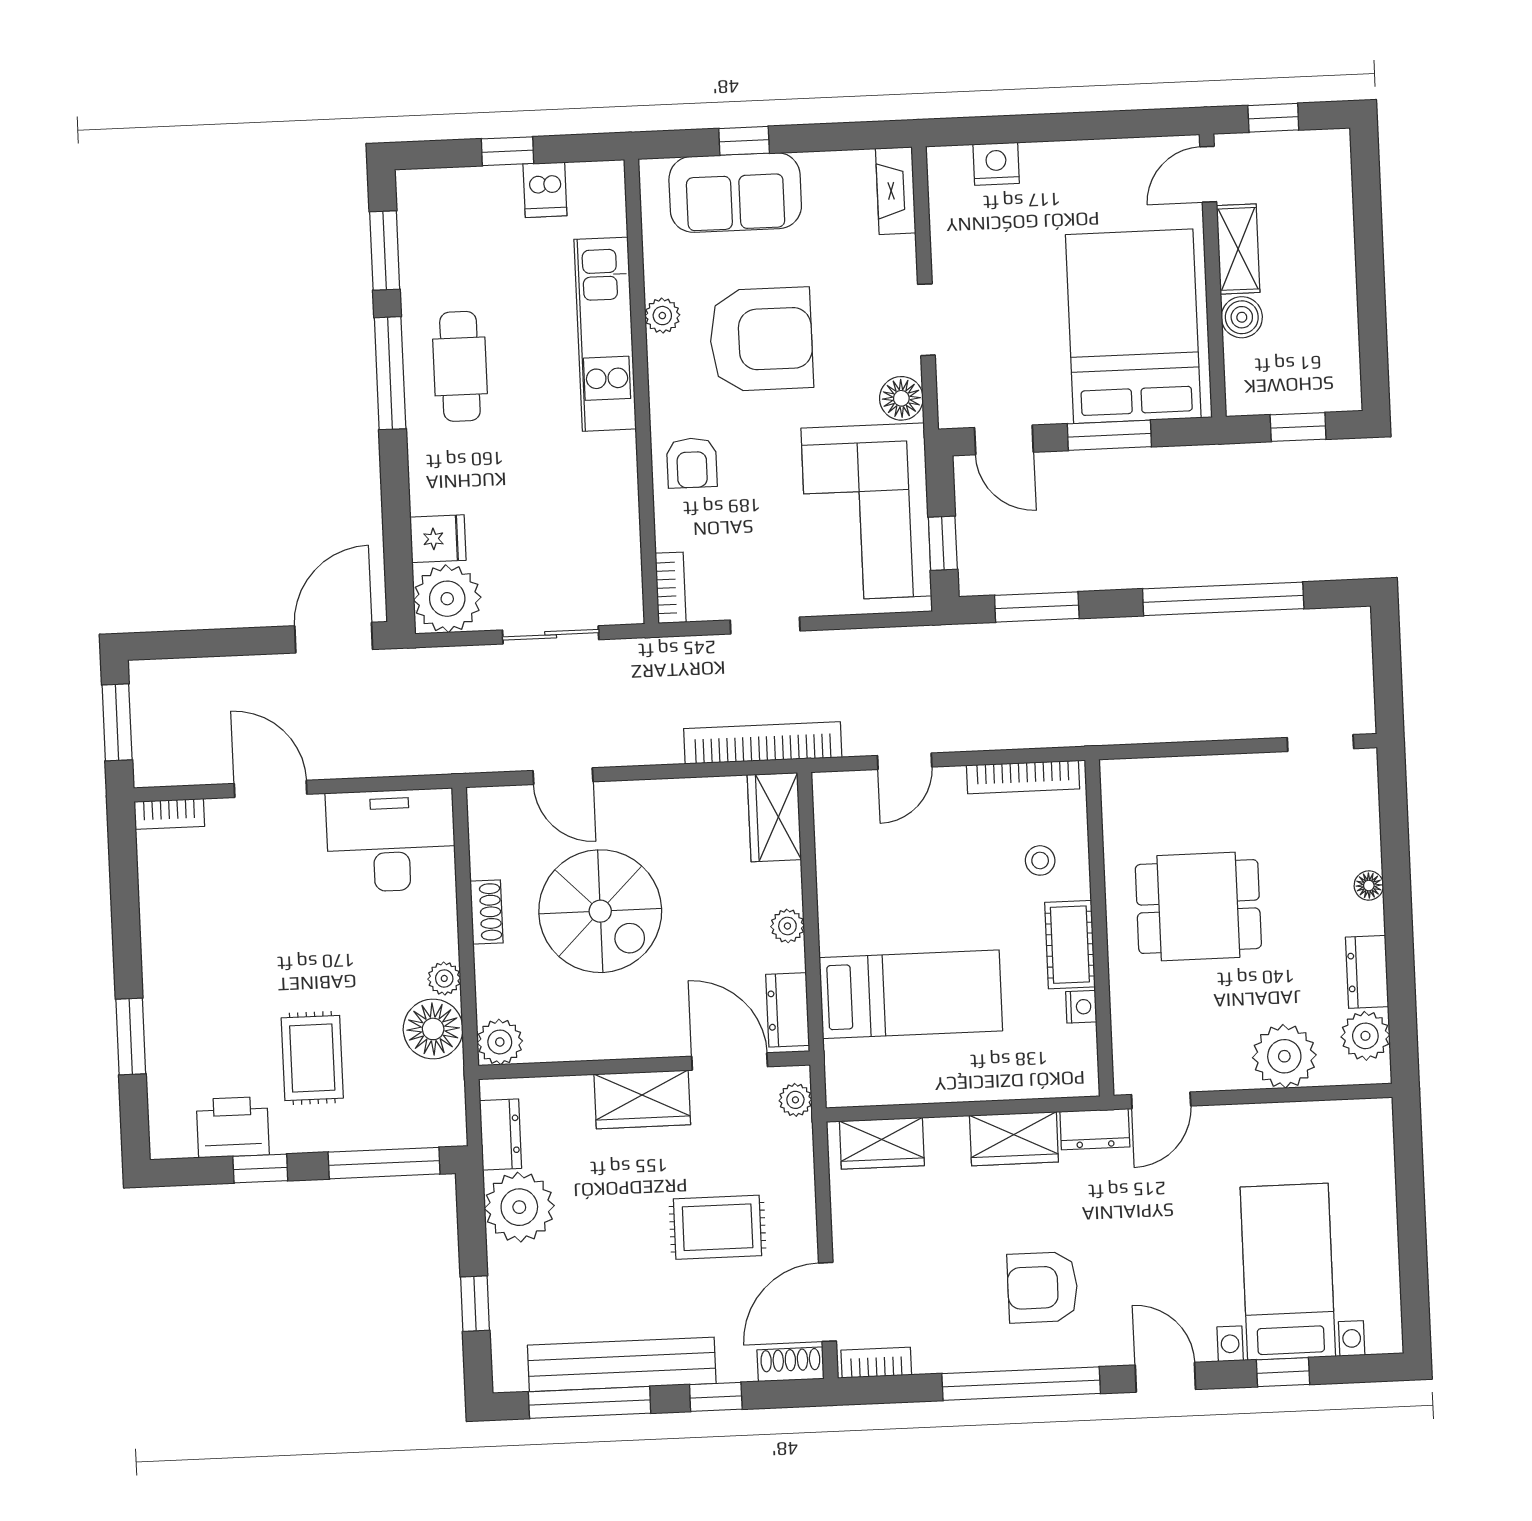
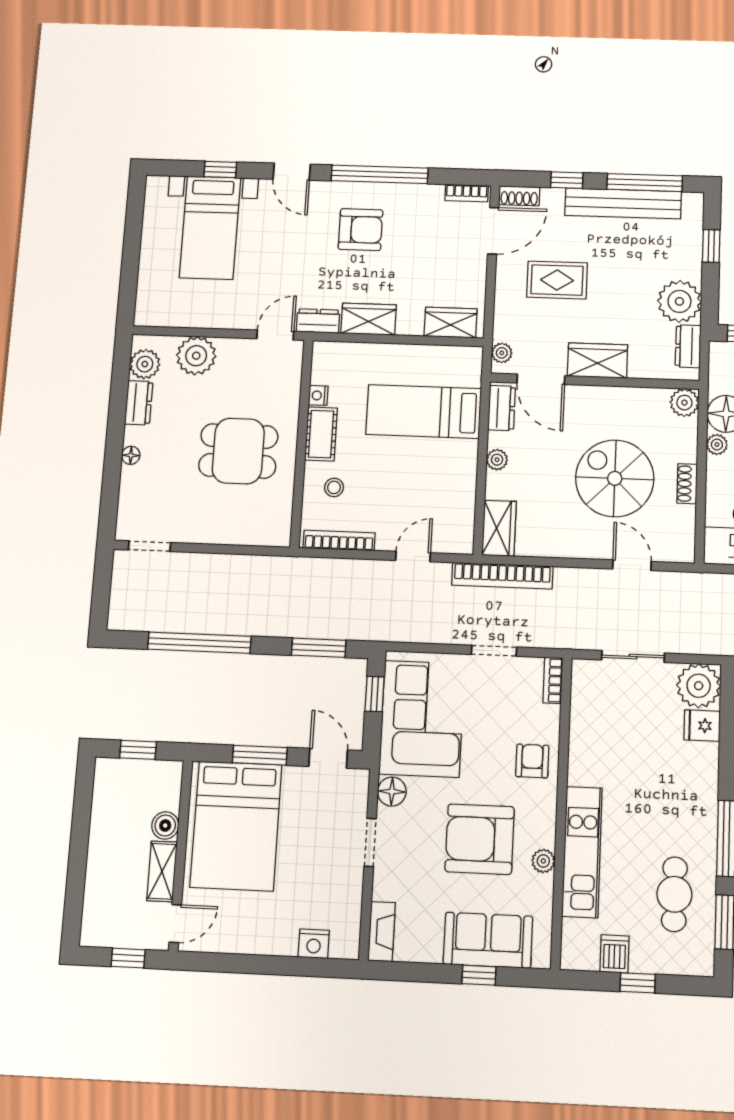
cafe table: (460, 366) -> (674, 894), moved

